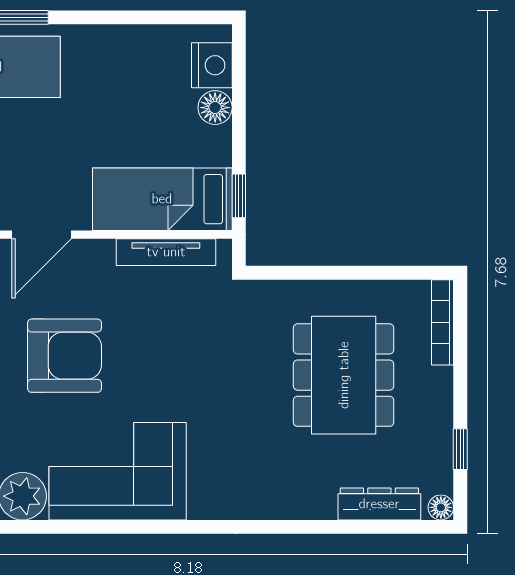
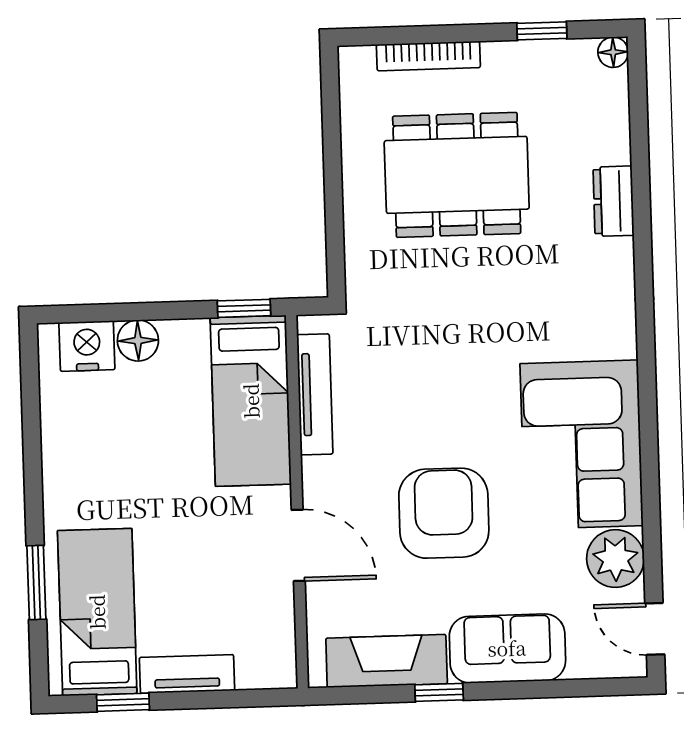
bookcase: (442, 322) -> (428, 56), moved
dresser: (379, 504) -> (614, 201), moved, width x0.70

